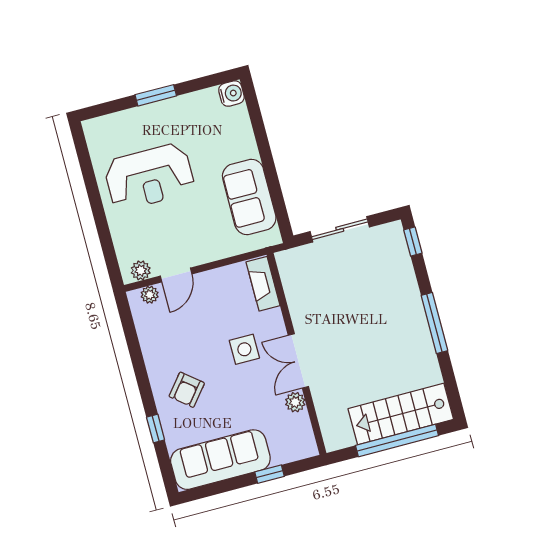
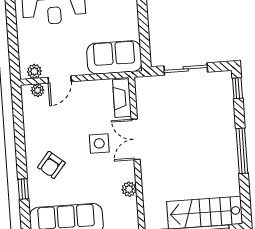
sofa: (249, 197) -> (114, 57), moved, turned 90
double door: (298, 361) -> (136, 139), moved

